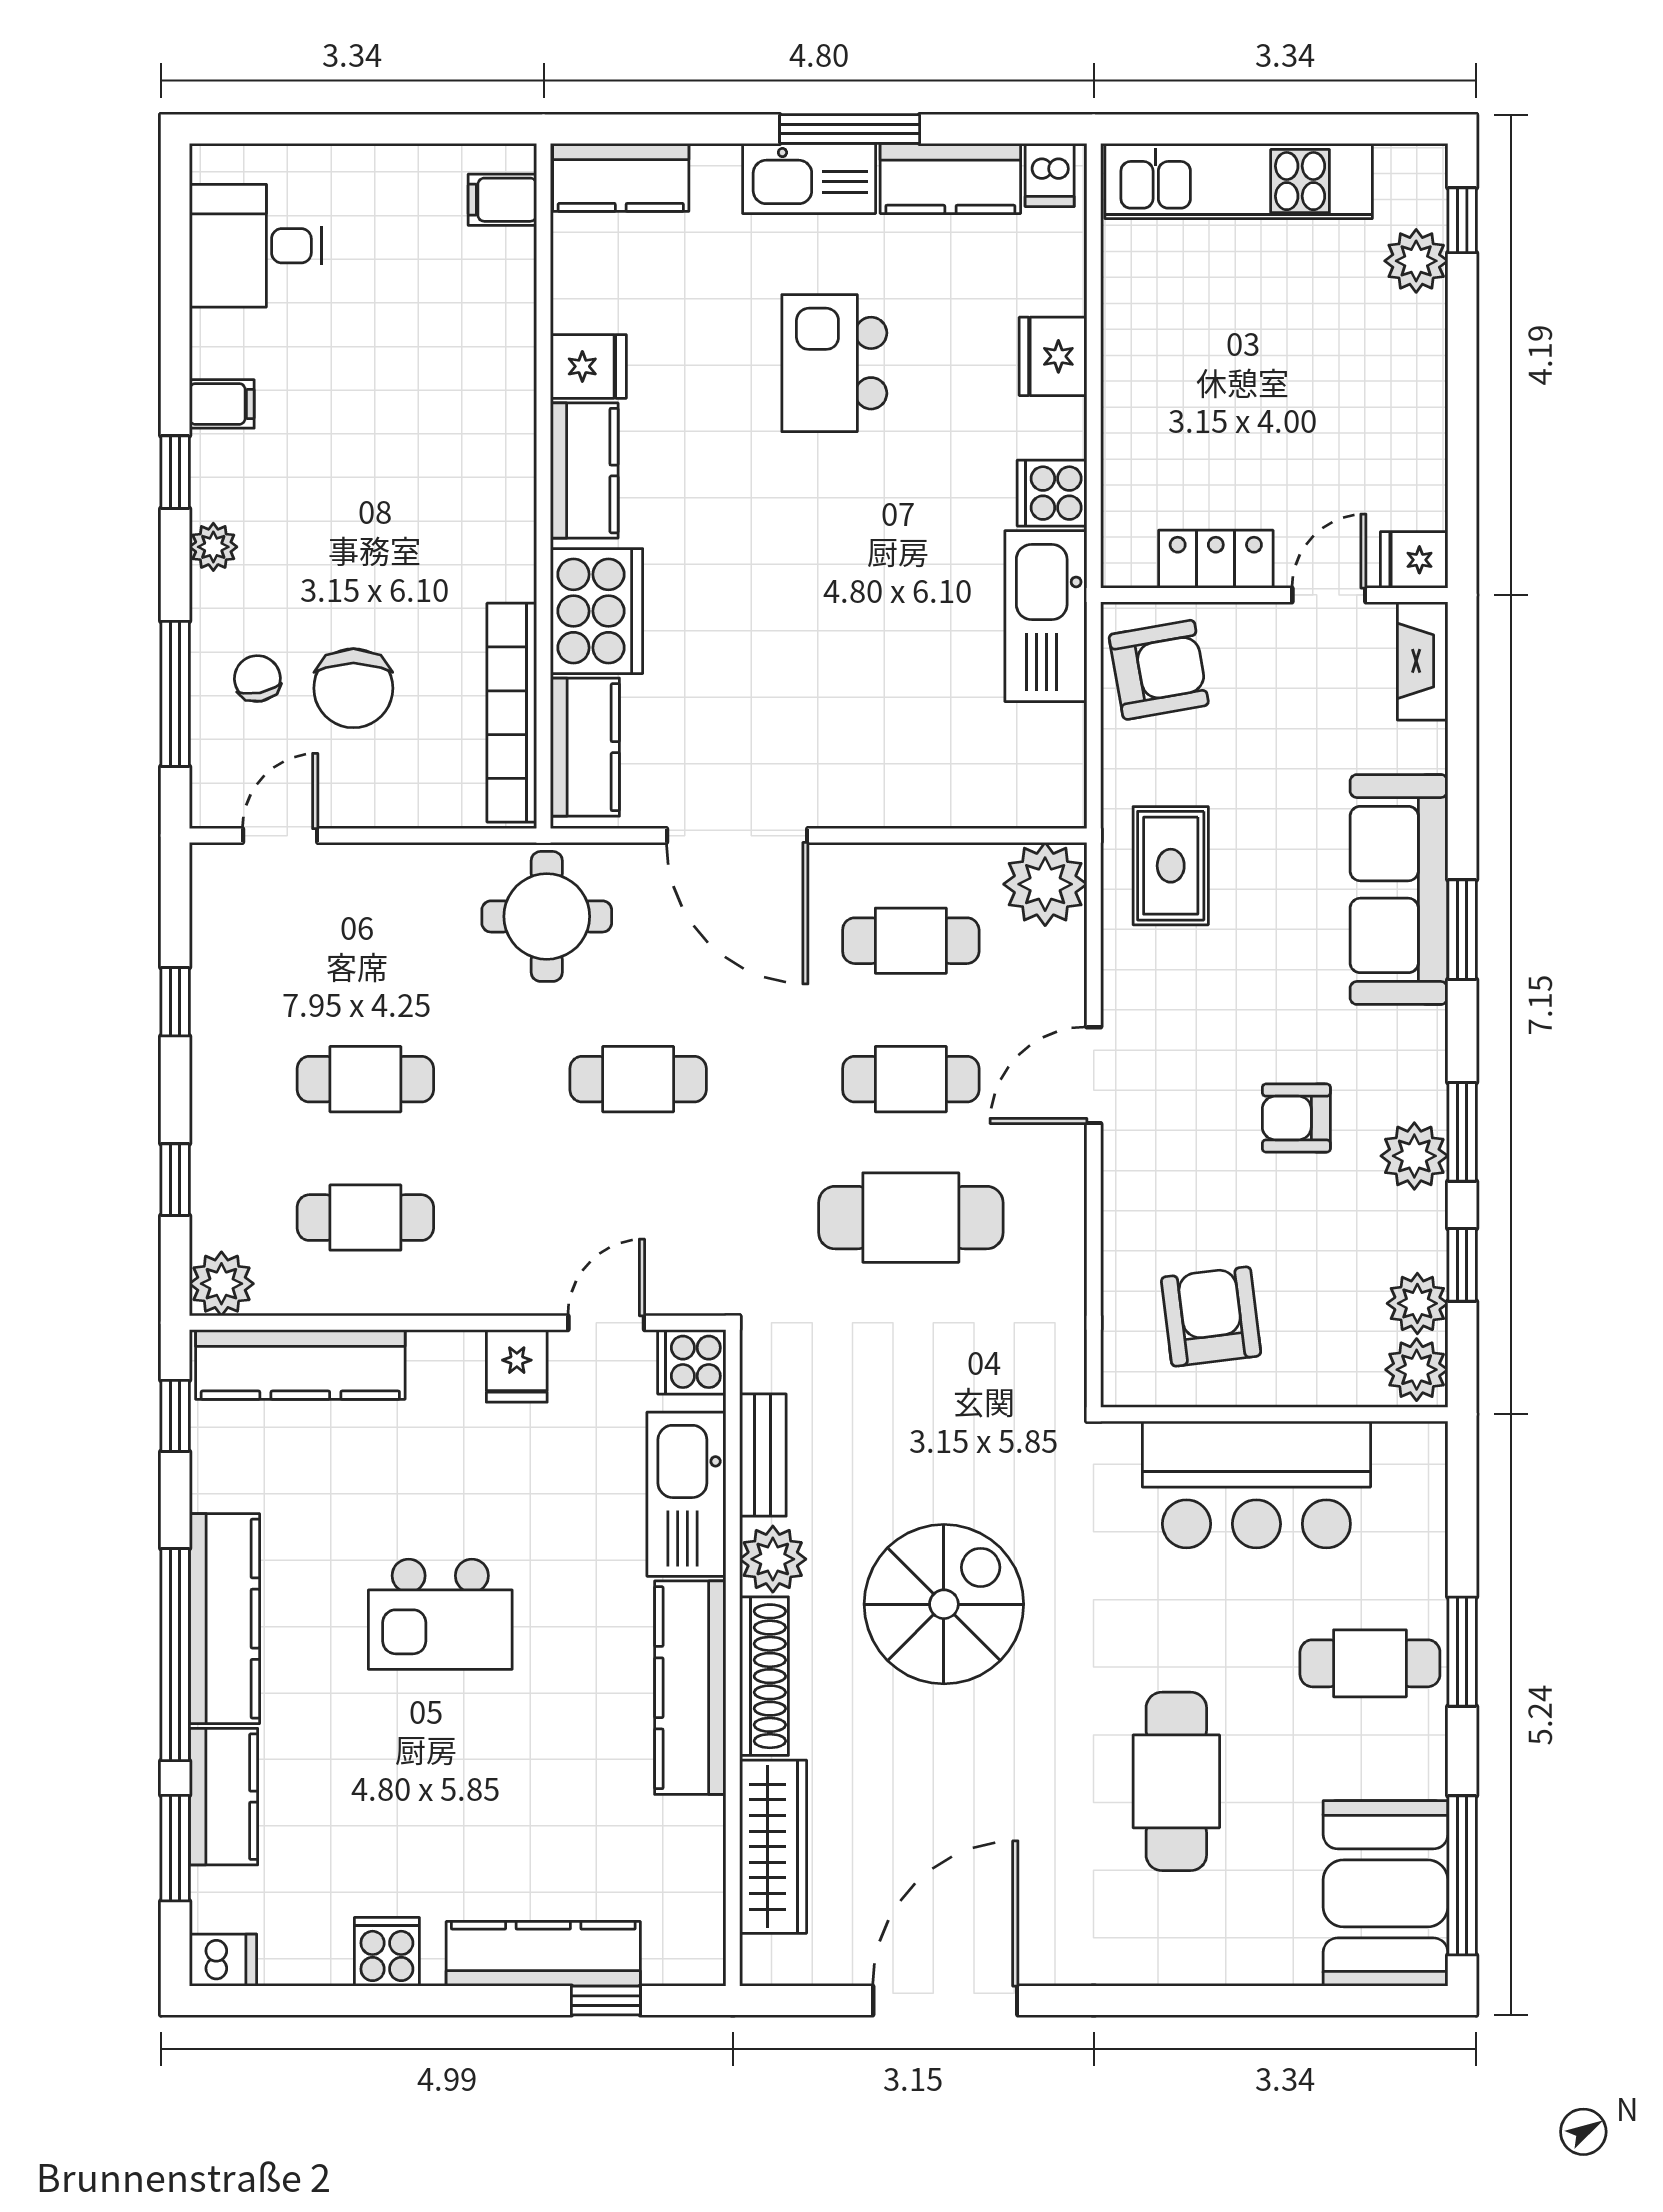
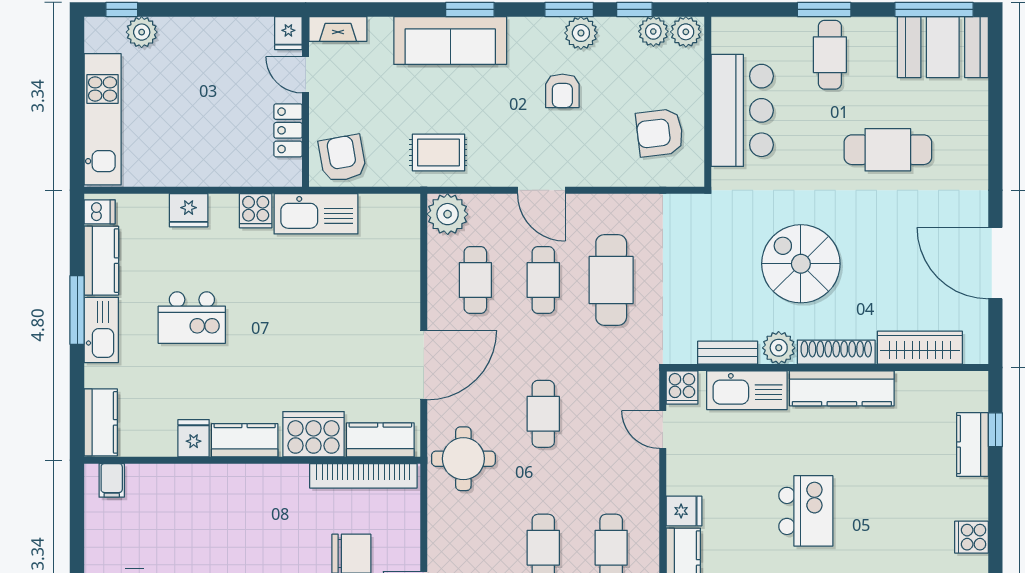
fridge: (517, 1366) -> (684, 511), moved
kitchen counter: (543, 1954) -> (972, 444), width x0.67

